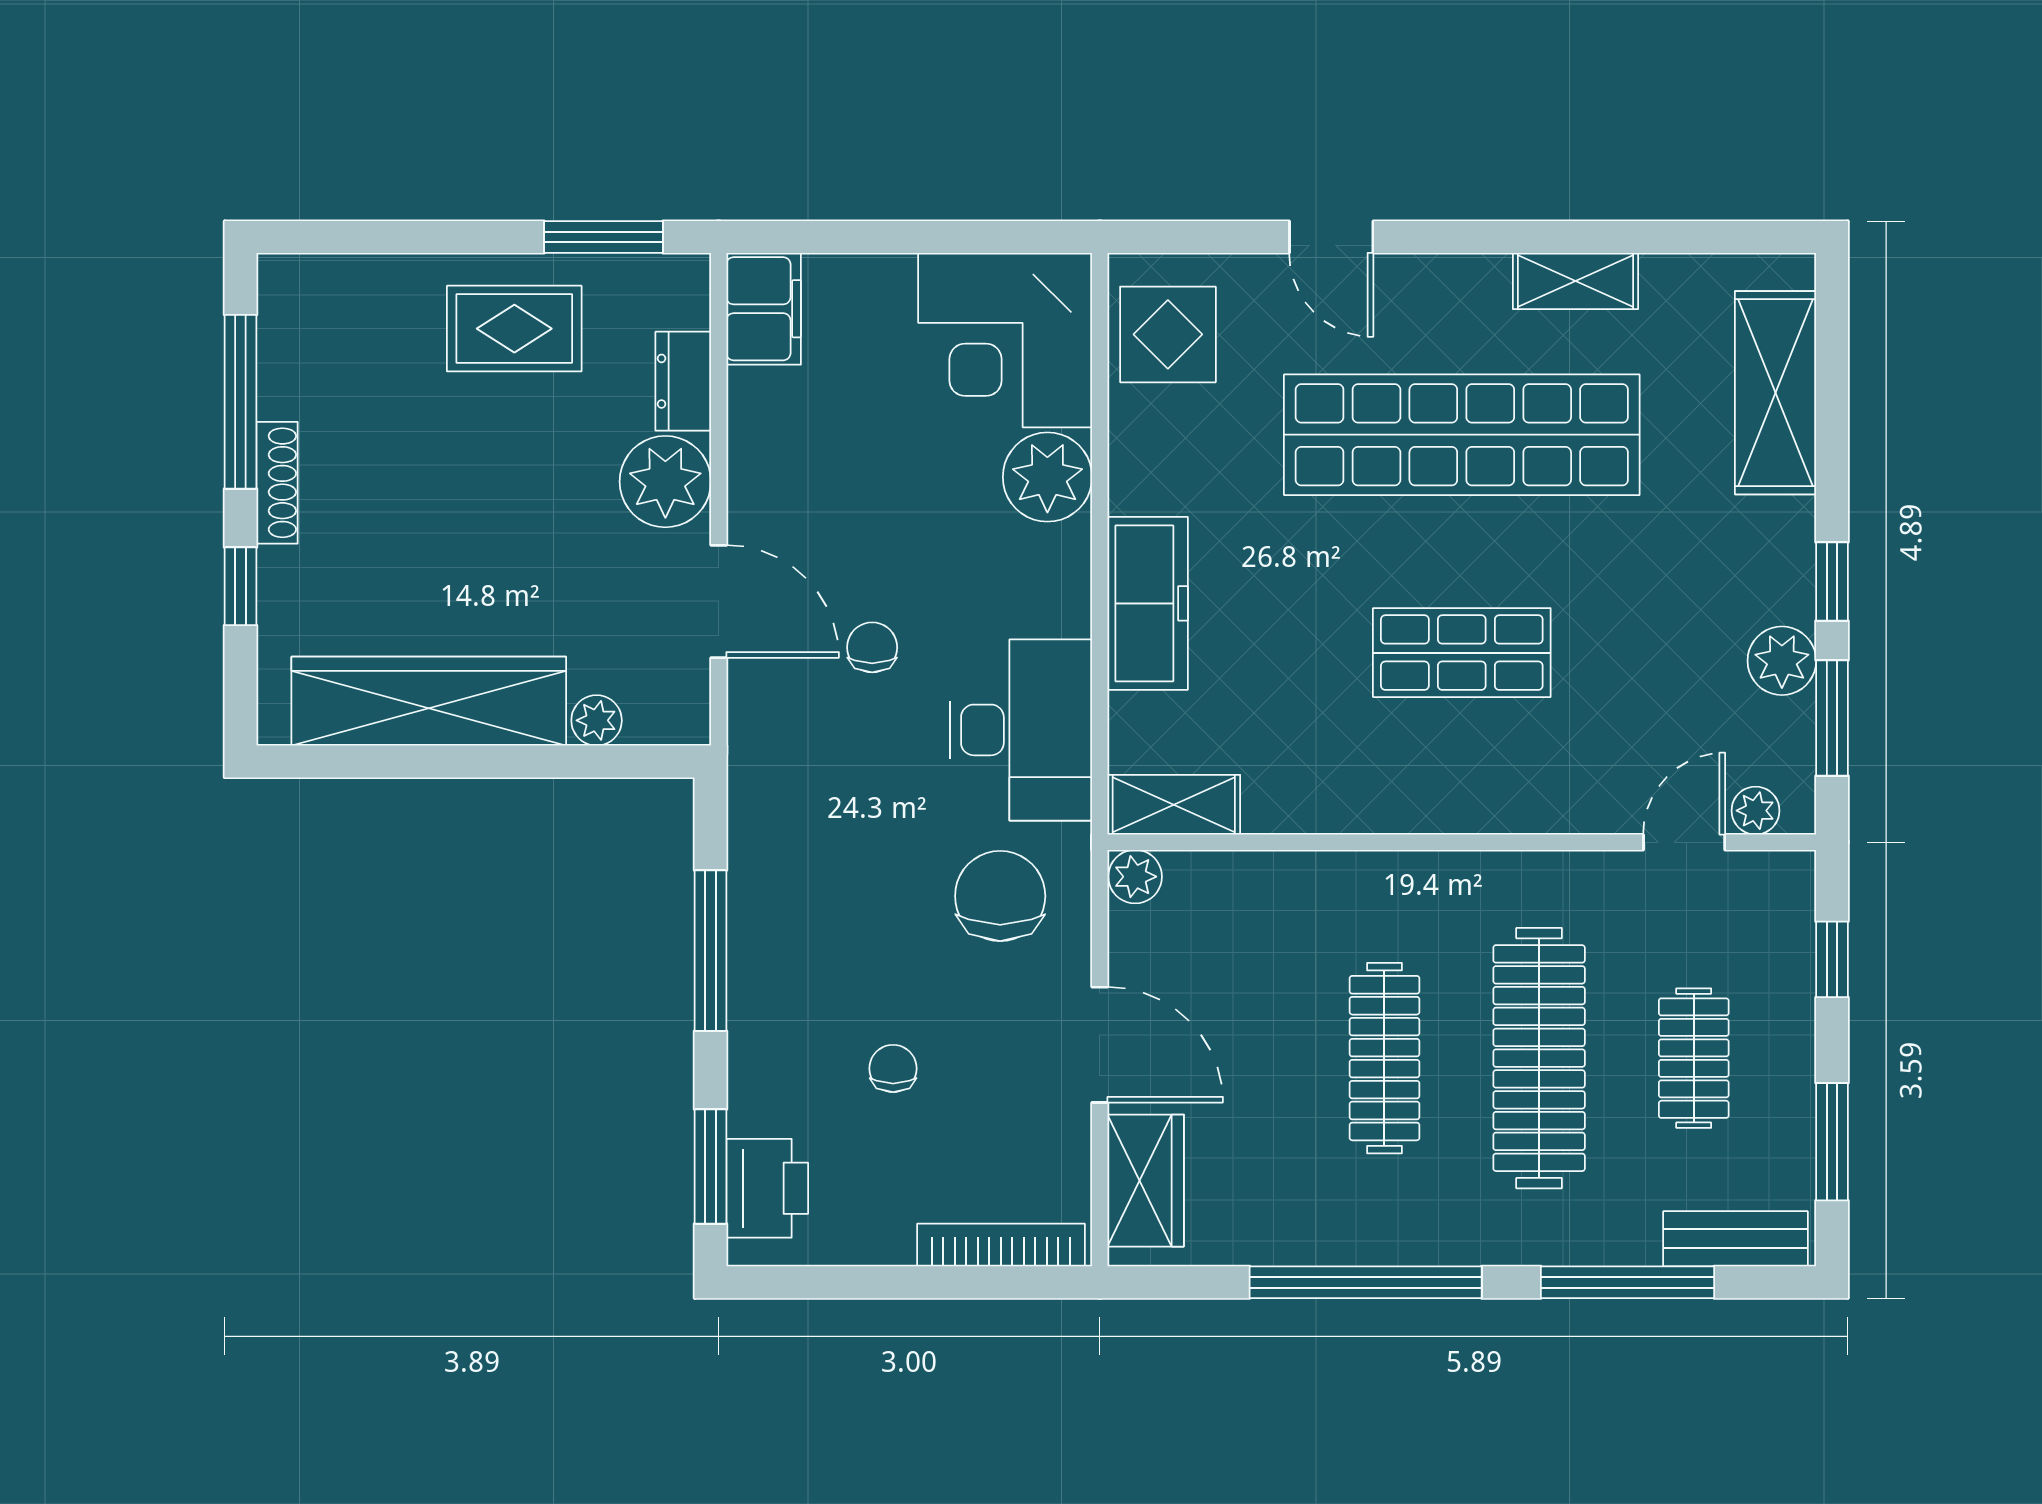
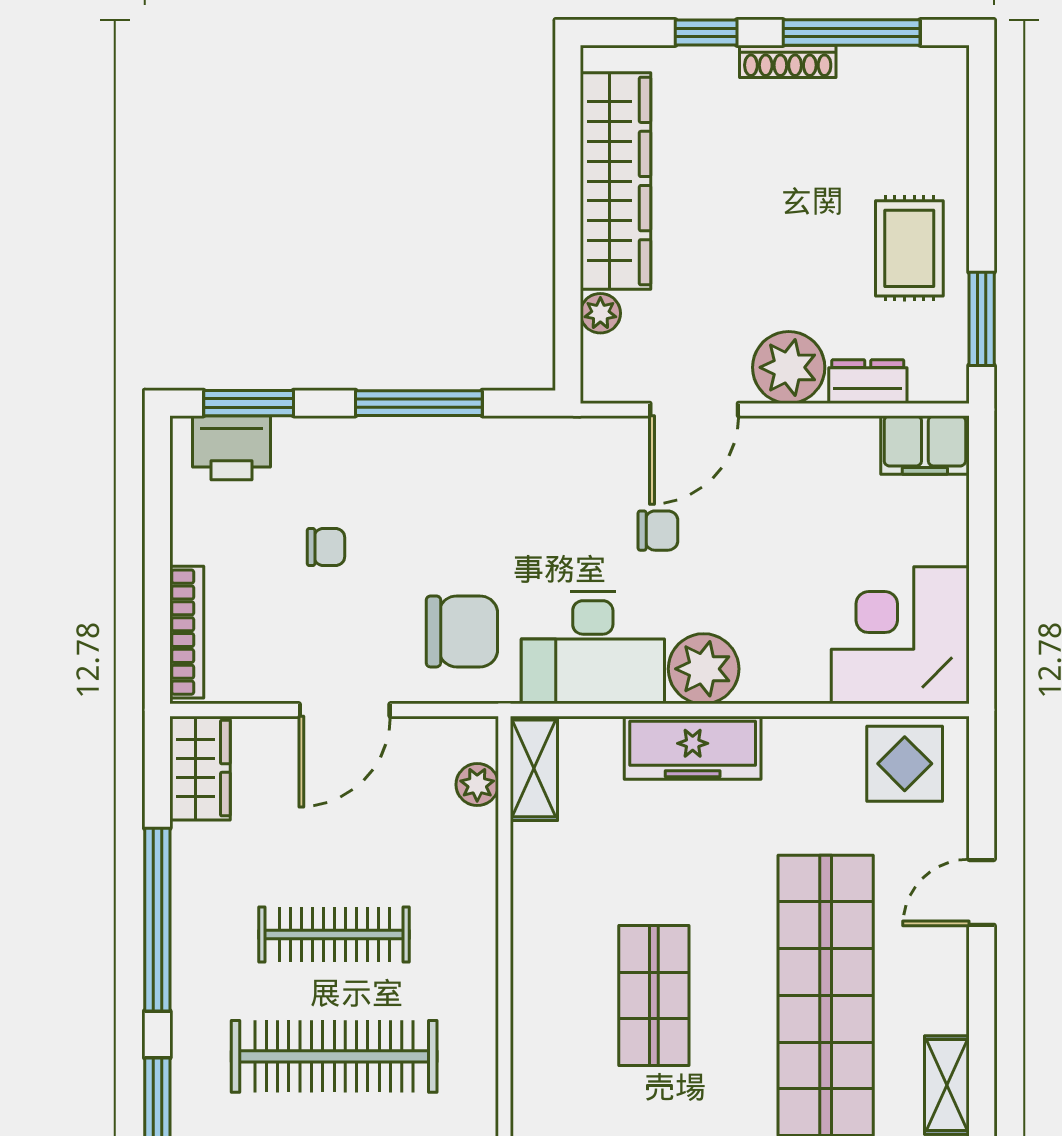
plant: (1047, 477) -> (704, 669), moved
plant: (1135, 877) -> (477, 785), moved
wardrobe: (1146, 1181) -> (200, 768), moved, turned -90

